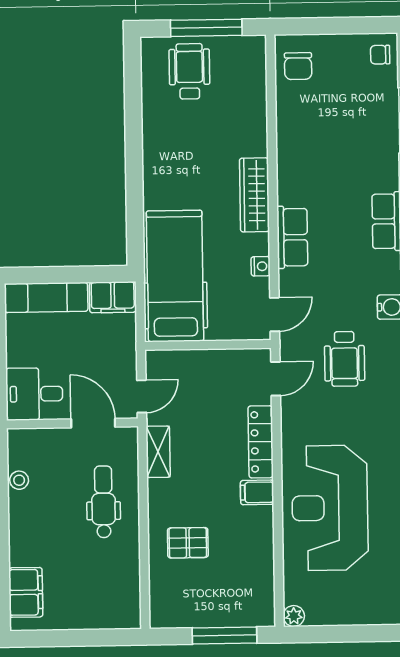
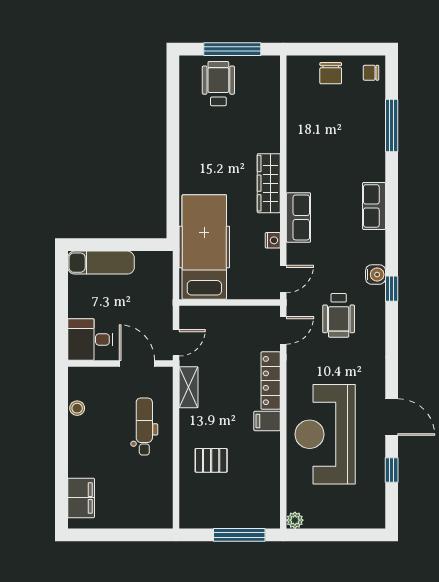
chair: (298, 66) -> (331, 73), moved
filing cabinet: (113, 297) -> (154, 263), removed

